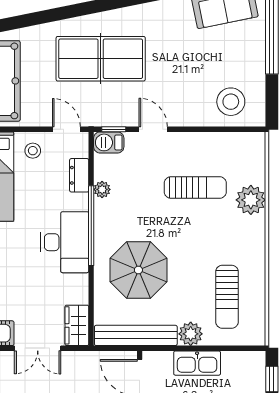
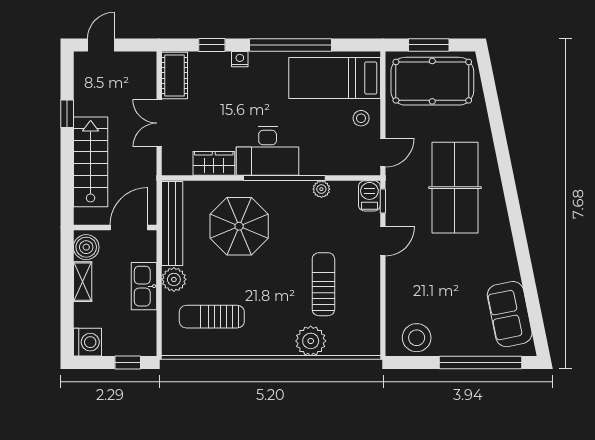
stool: (231, 102) -> (417, 338), moved
dresser: (79, 175) -> (336, 166), removed
sun lounger: (195, 188) -> (323, 284), turned 180
wardrobe: (77, 325) -> (214, 163), moved

